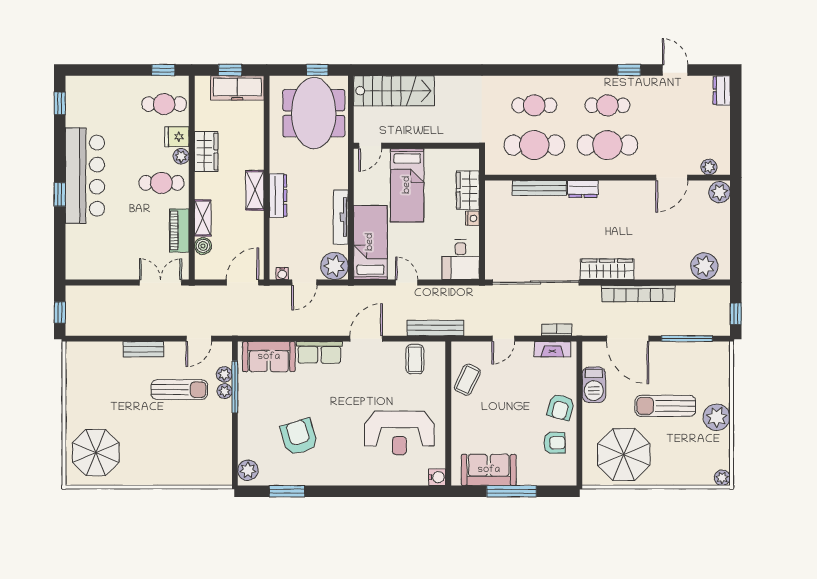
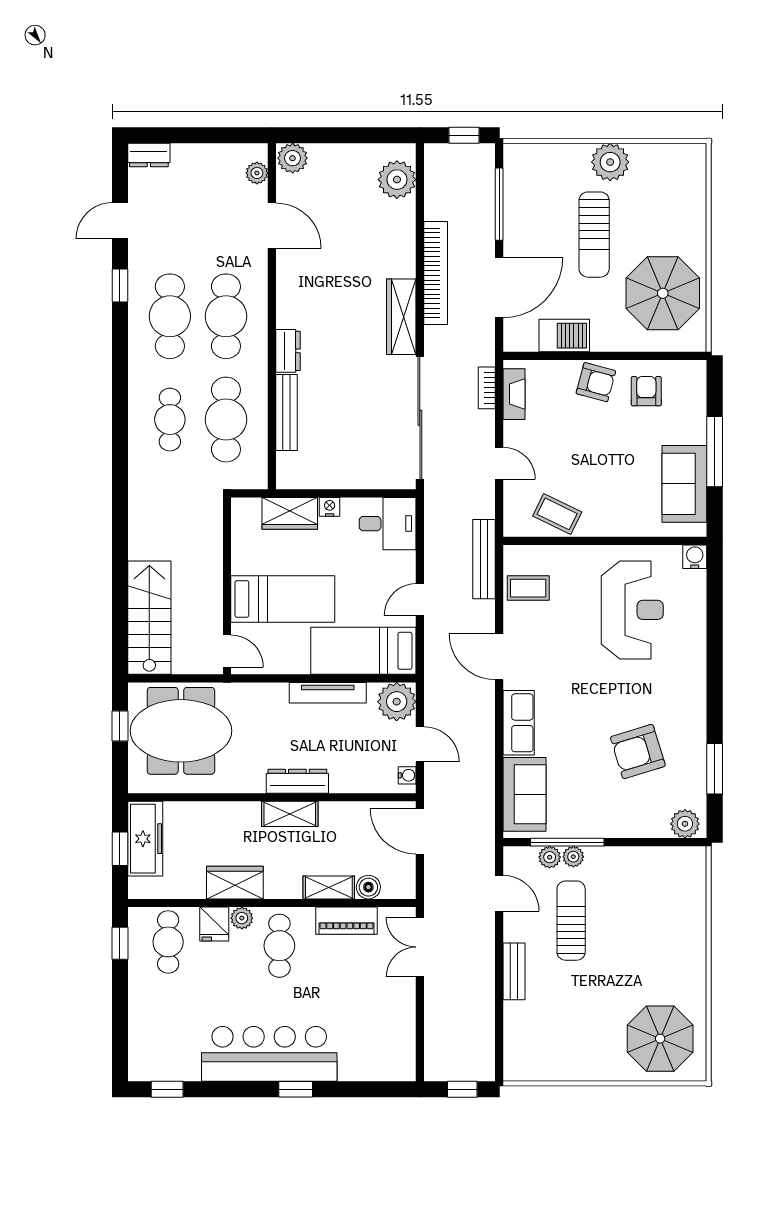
cafe table: (607, 105) -> (170, 316), width x1.37, depth x1.35
plant: (722, 478) -> (696, 154), removed

